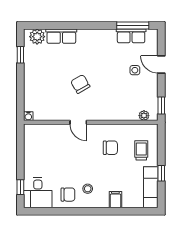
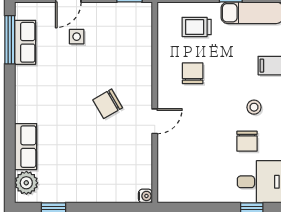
chair: (80, 84) -> (108, 104), moved
plant: (144, 116) -> (144, 23), removed
chair: (68, 195) -> (247, 141), moved, turned 180

